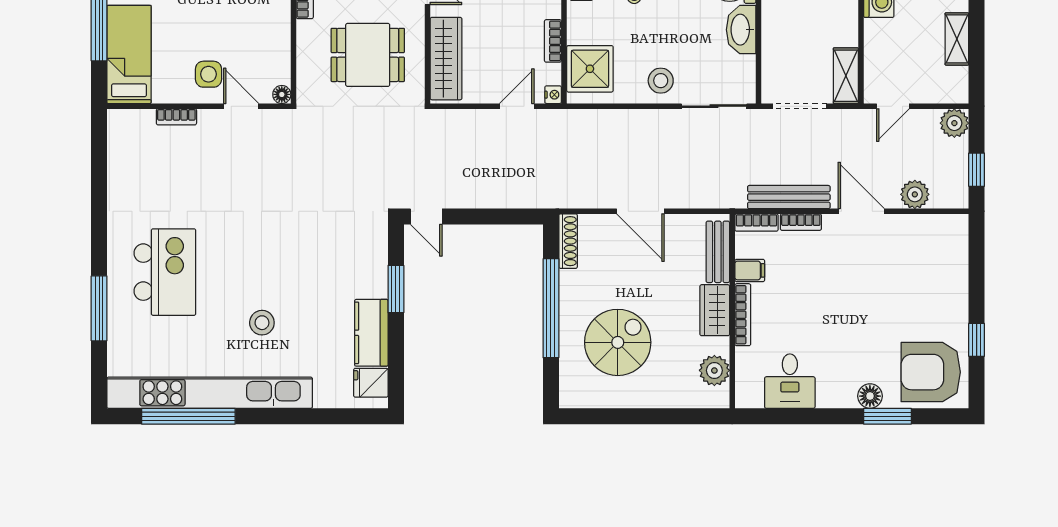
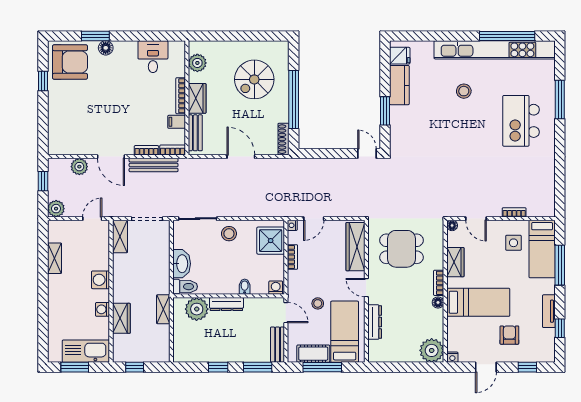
wardrobe: (276, 32) -> (455, 262), added
side table: (208, 74) -> (513, 243), moved

